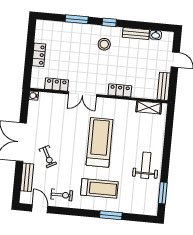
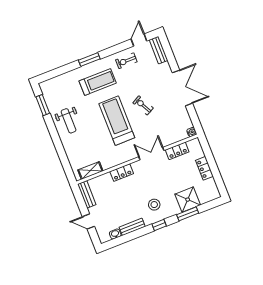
shower: (70, 33) -> (188, 200), added
treadmill: (100, 142) -> (117, 121), turned 180
exercise bike: (48, 157) -> (143, 105), moved
bench: (27, 177) -> (159, 50), moved
treadmill: (99, 188) -> (98, 82), turned 180
door: (40, 209) -> (139, 40), swing flipped
window: (111, 215) -> (89, 60), moved

